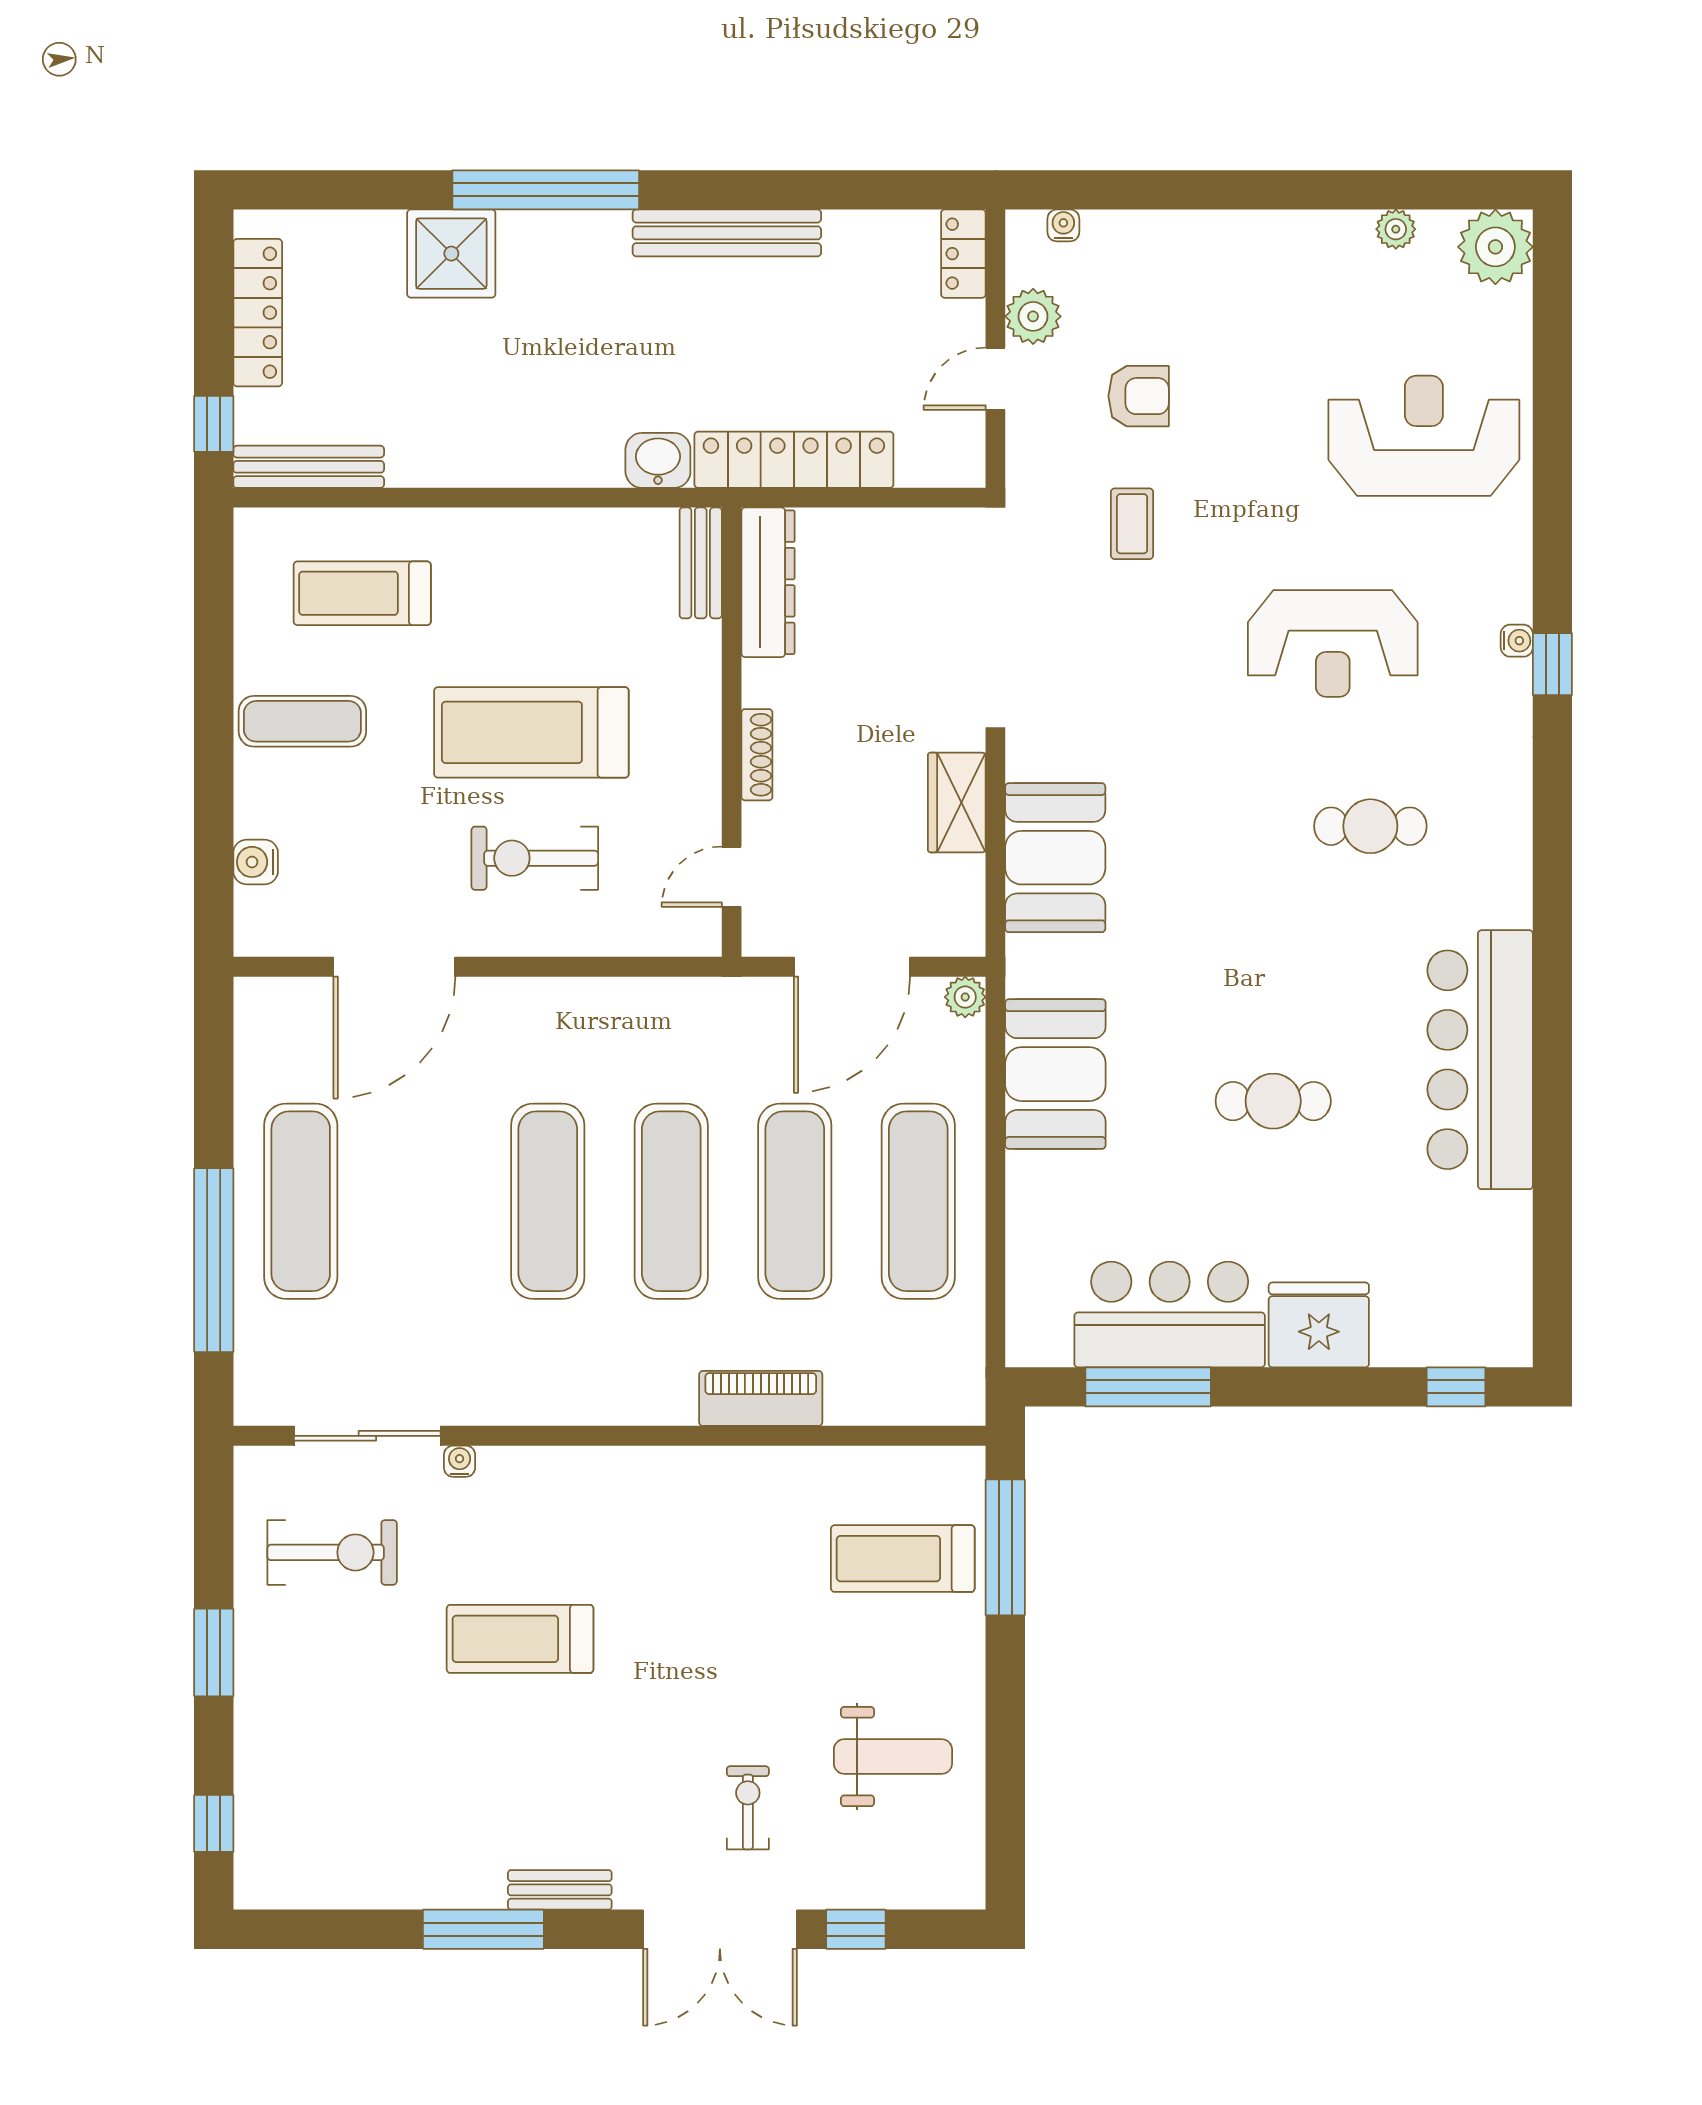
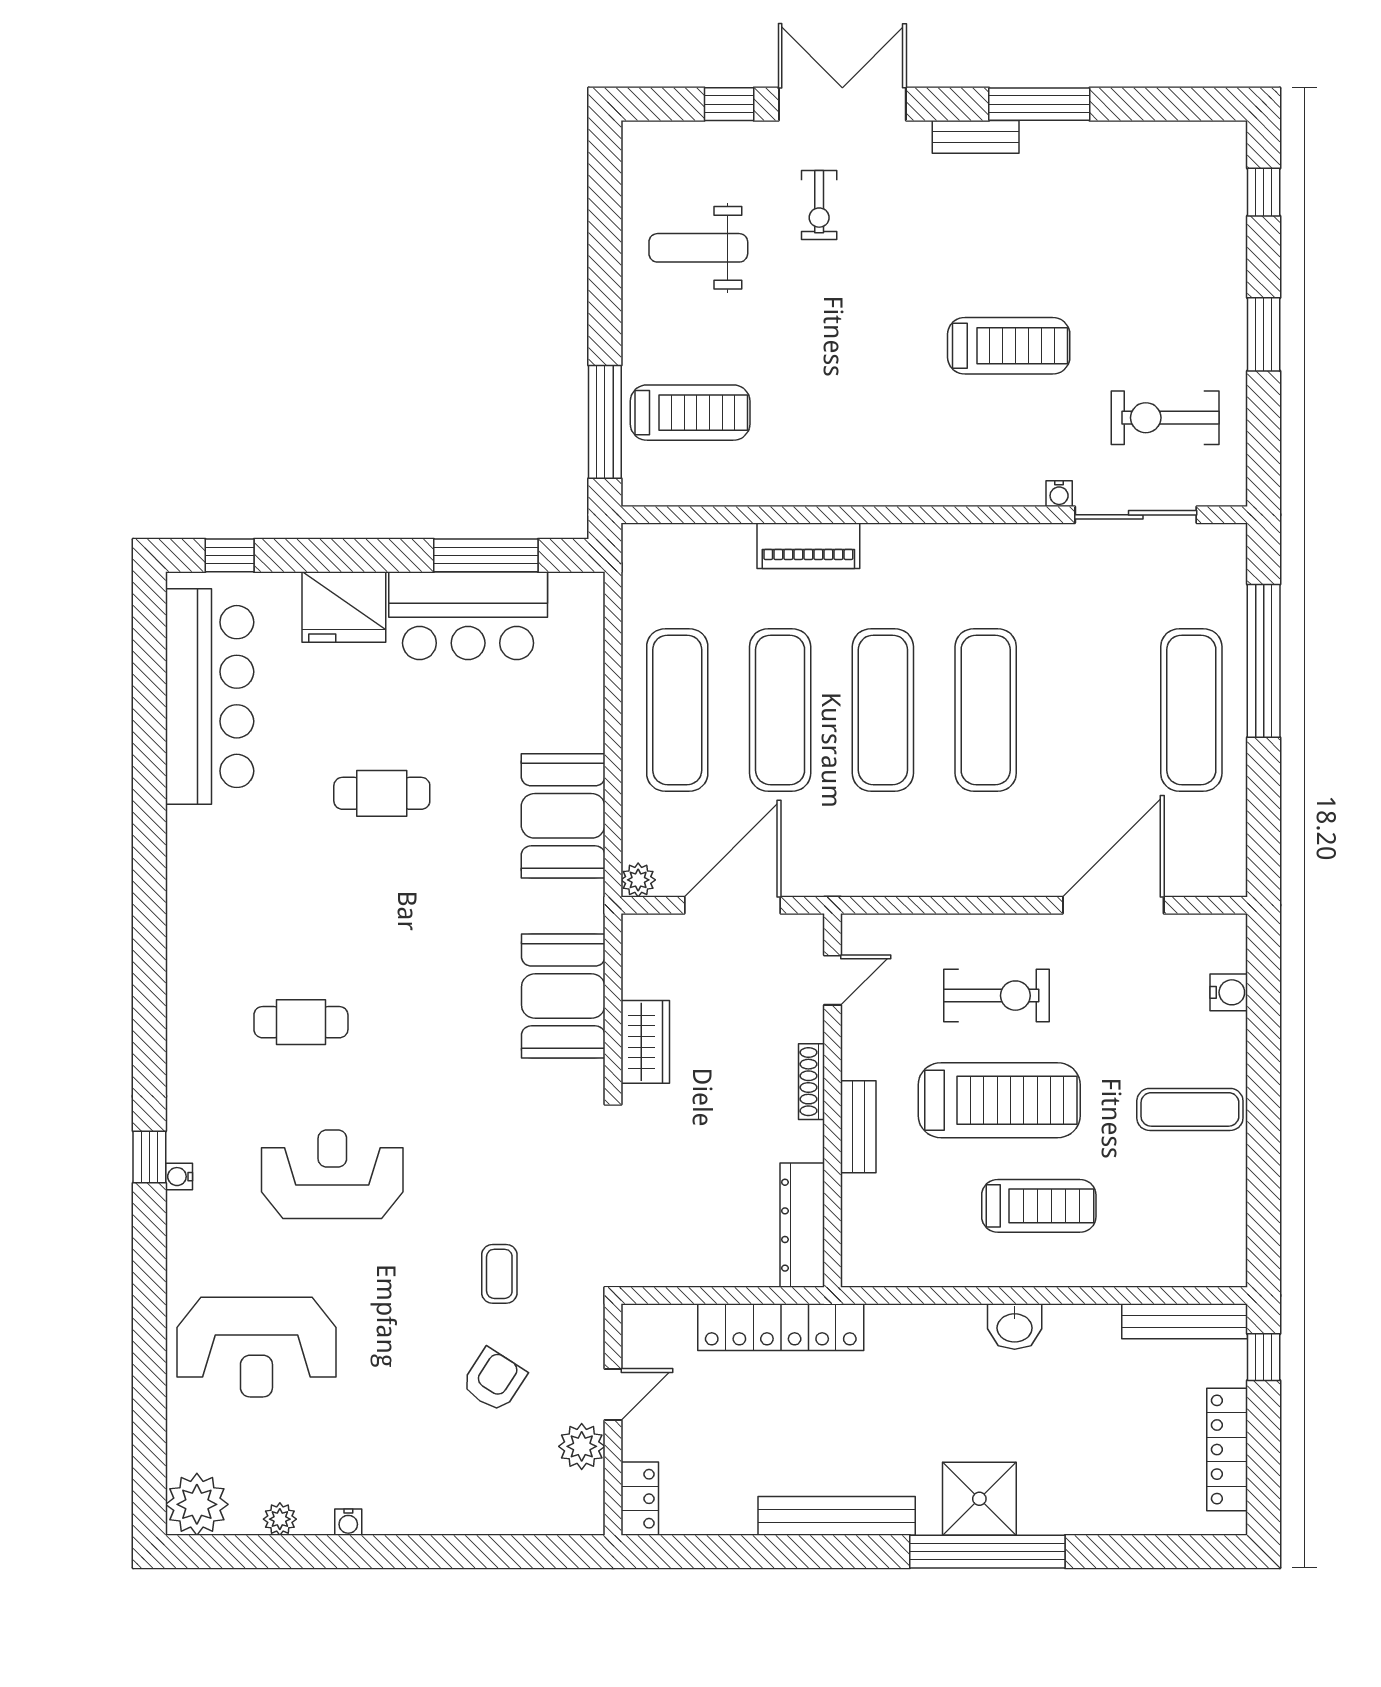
water cooler: (1063, 225) -> (348, 1522), moved
shower: (451, 254) -> (979, 1499), moved
armchair: (1139, 396) -> (494, 1380), turned 123
washbasin: (658, 460) -> (1015, 1327), moved
bench: (701, 563) -> (858, 1127), moved
treadmill: (362, 593) -> (1039, 1206), moved
bar counter: (1480, 1060) -> (210, 697), moved

